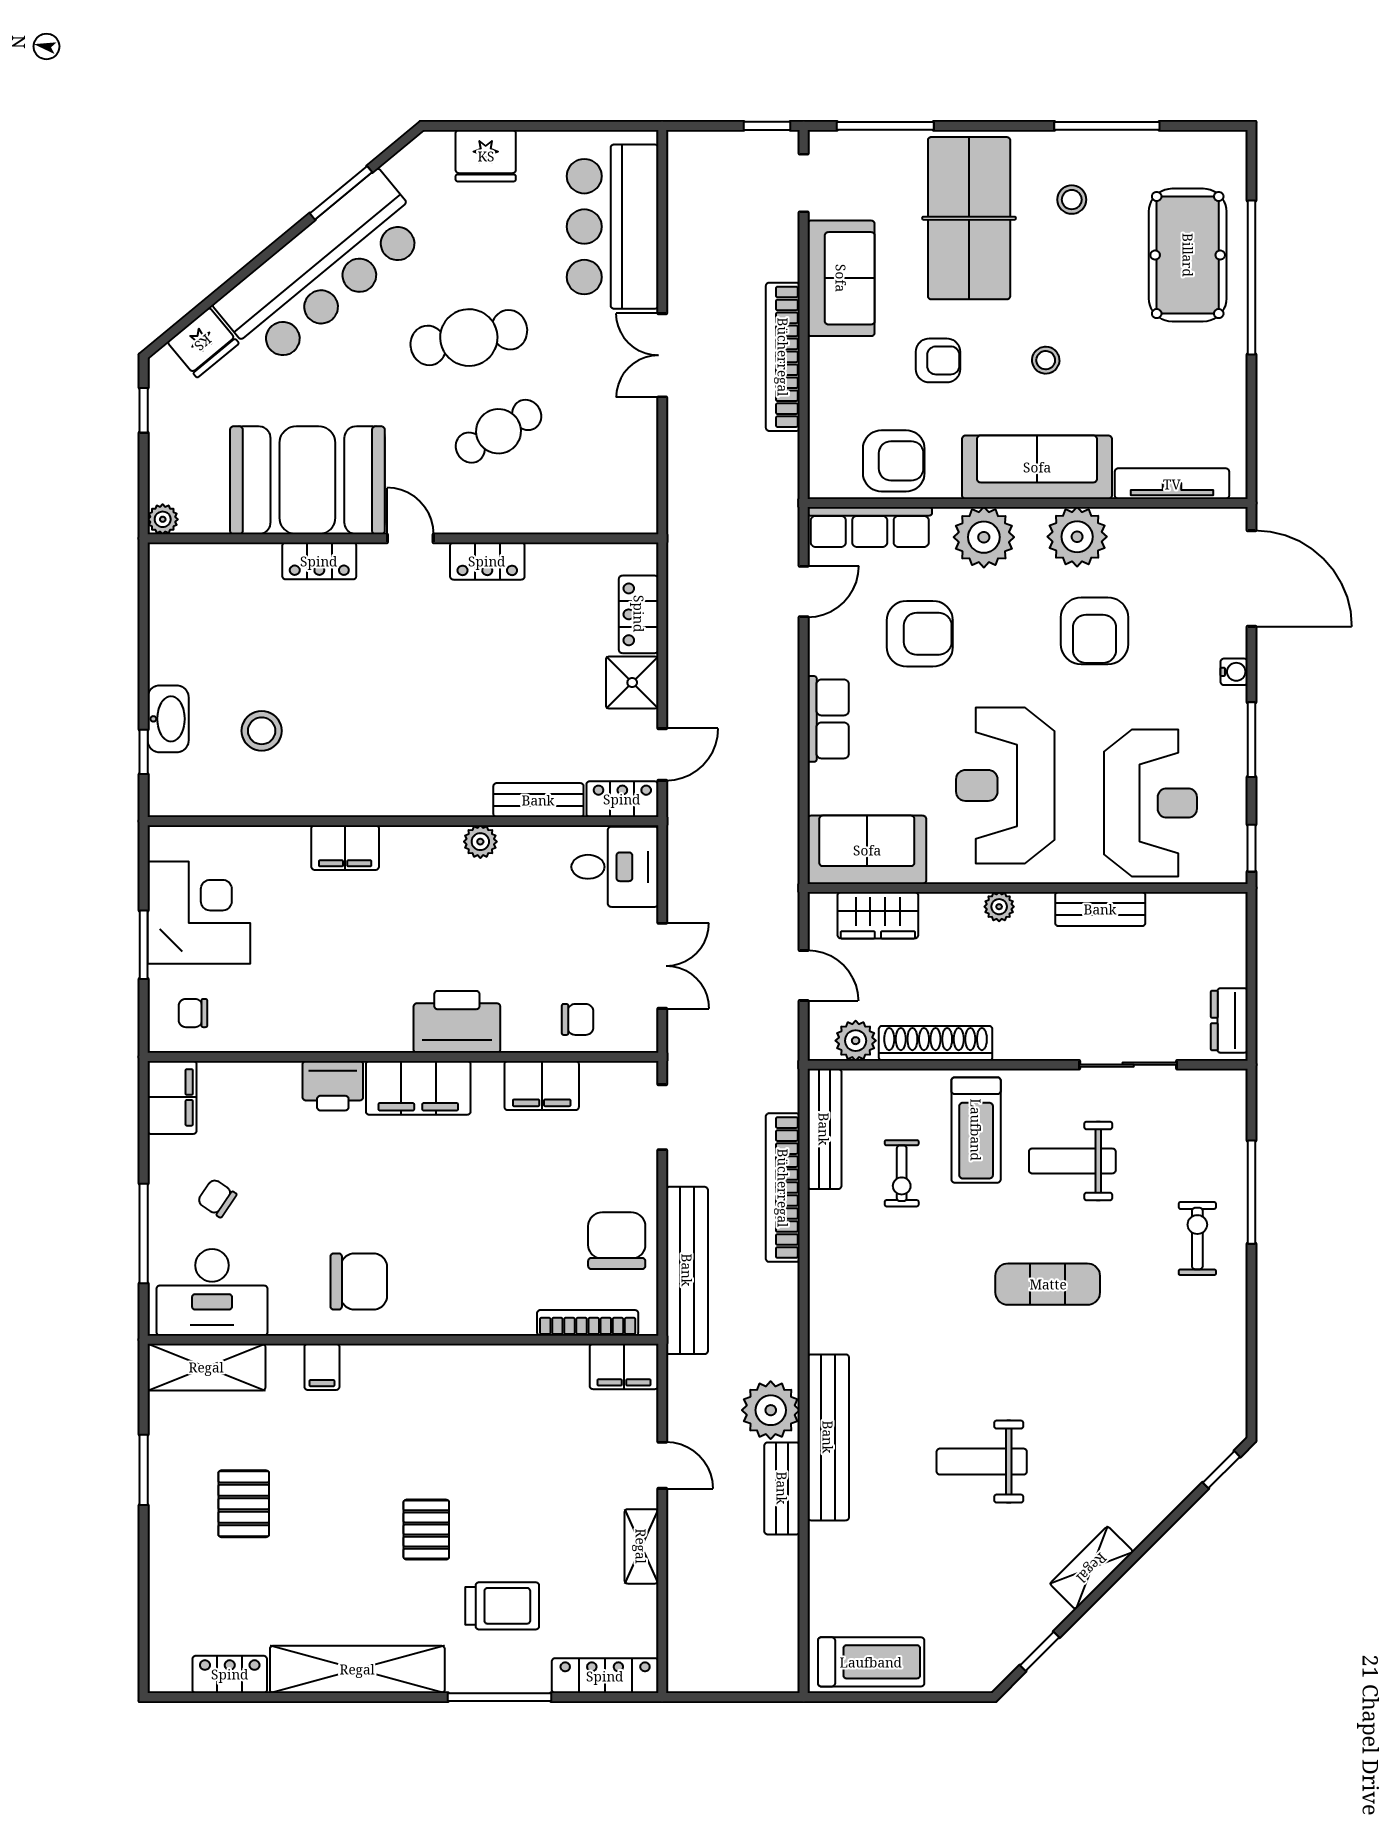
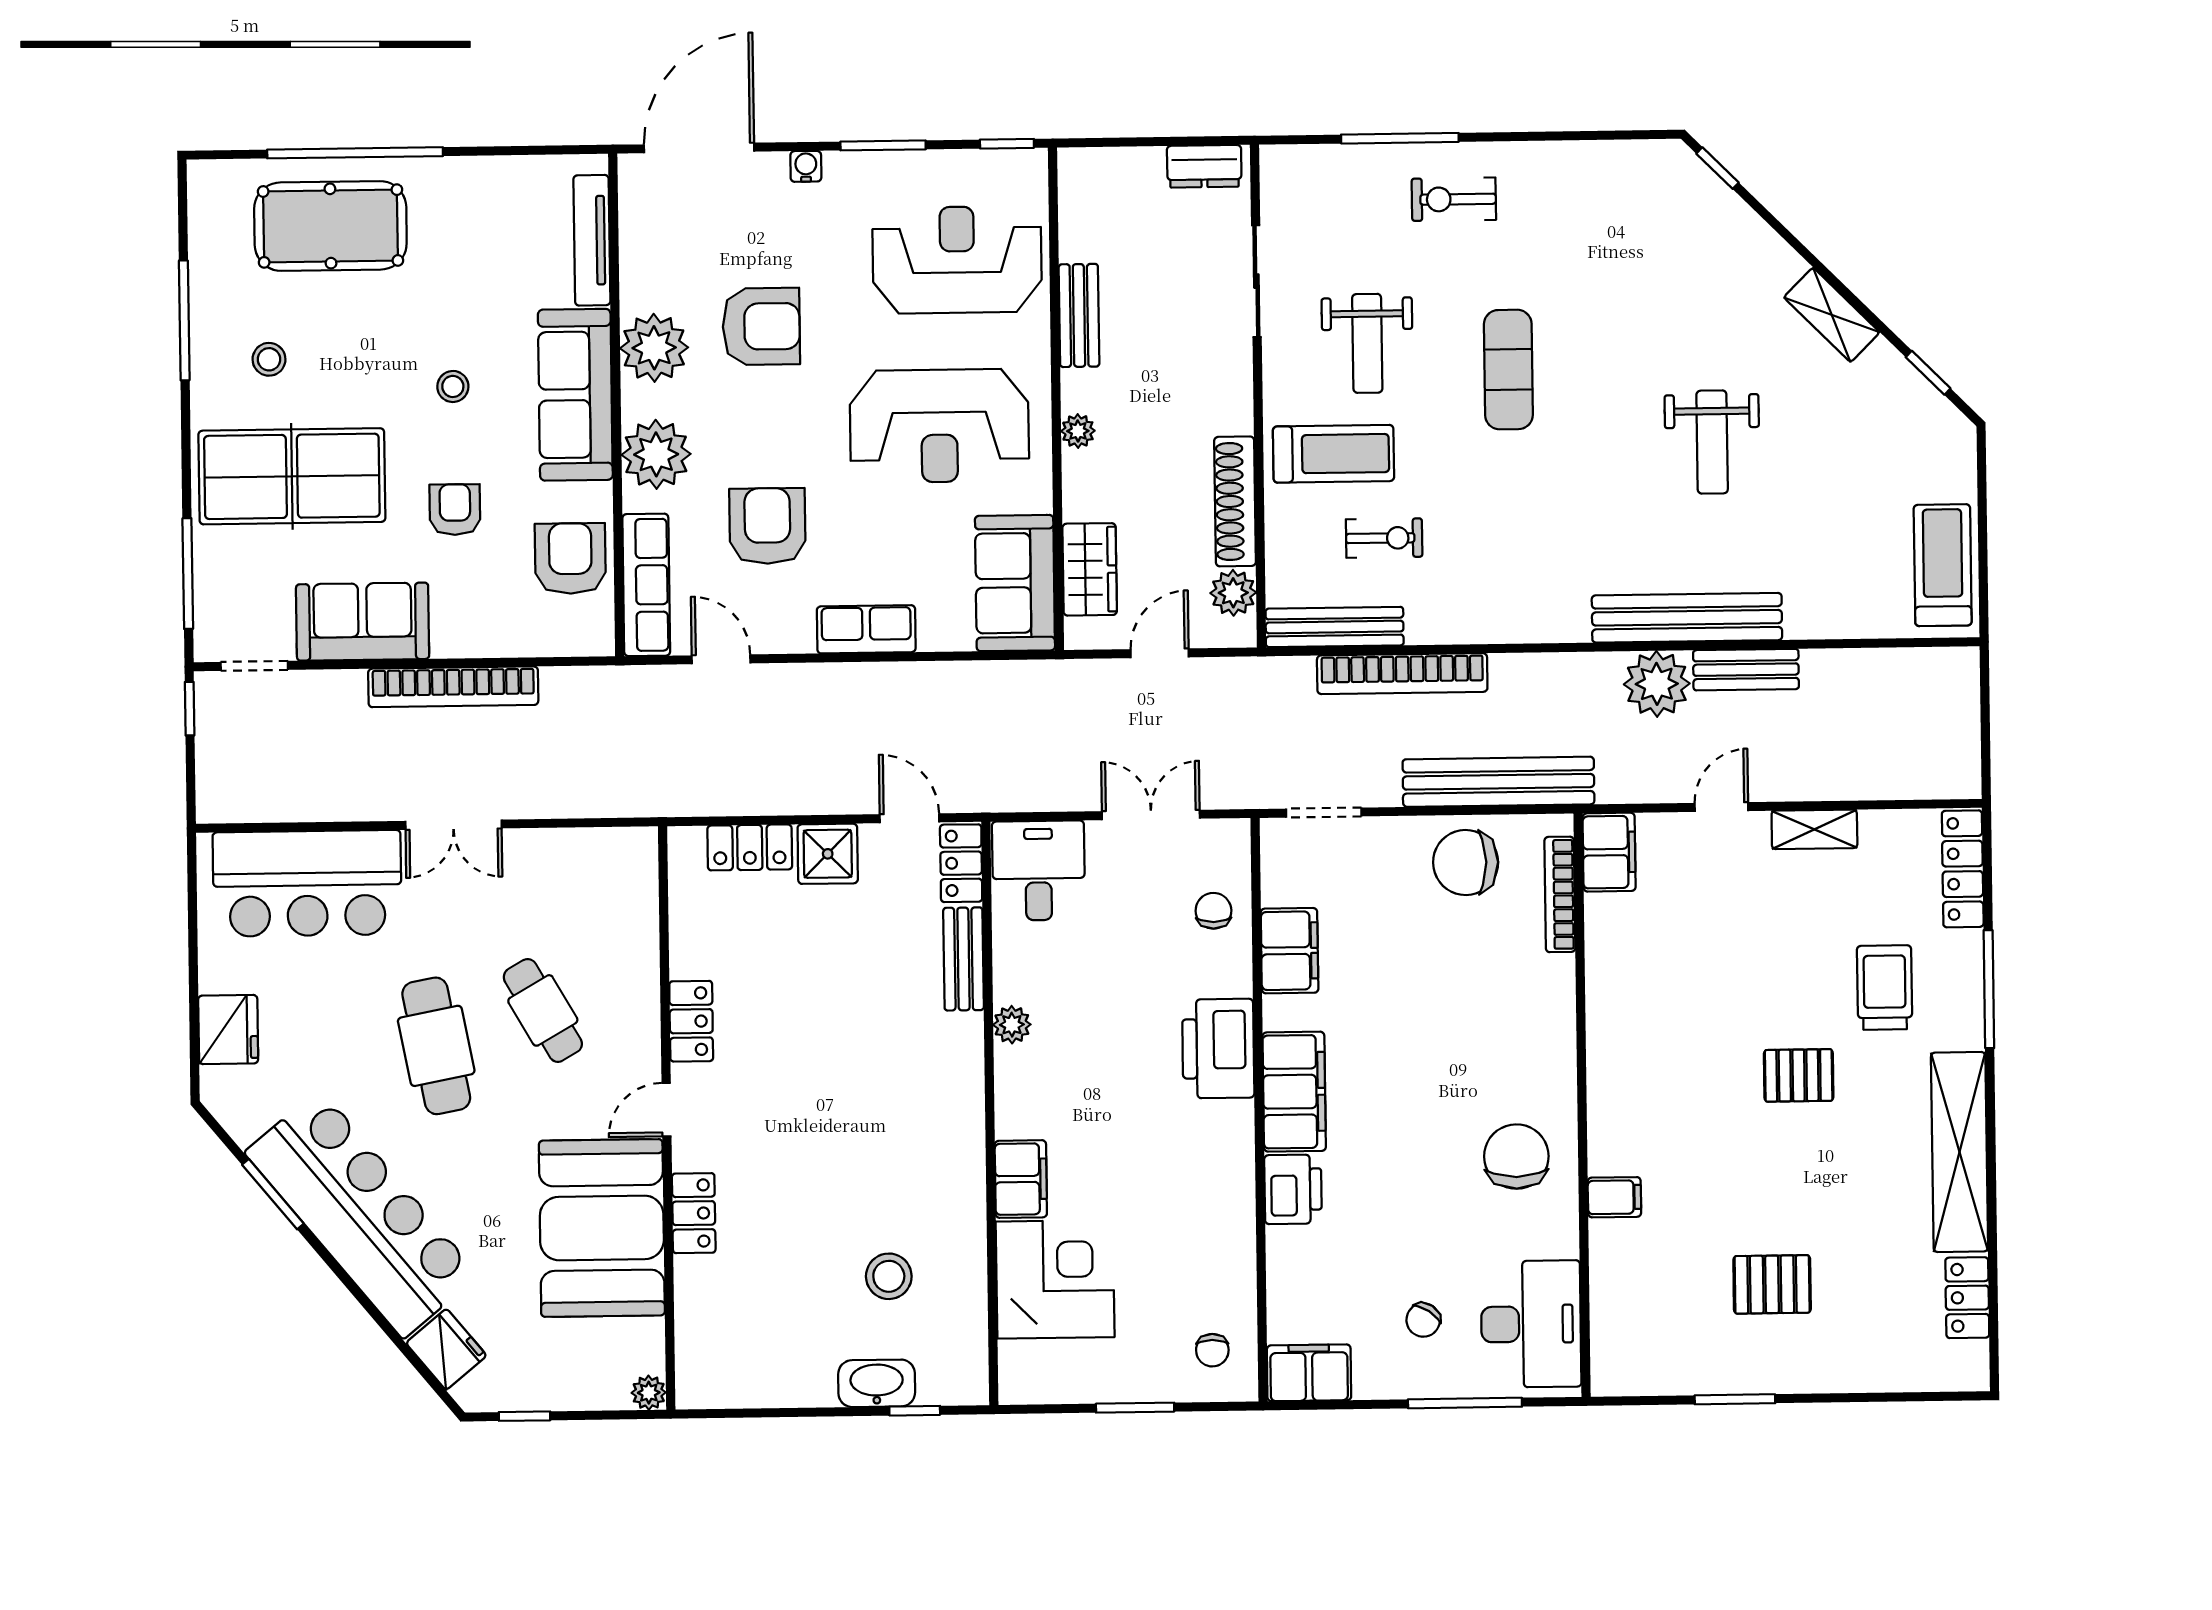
corner desk: (199, 913) -> (1055, 1279), moved, turned 90
shelving: (206, 1367) -> (1617, 1329), removed

